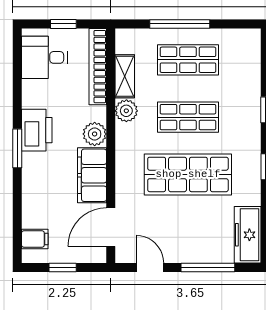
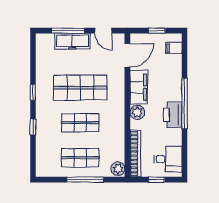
shelving: (125, 76) -> (119, 148), removed
plant: (126, 111) -> (118, 169), moved
window: (17, 148) -> (185, 104), width x2.11
freezer: (248, 235) -> (72, 41), moved, turned 90

